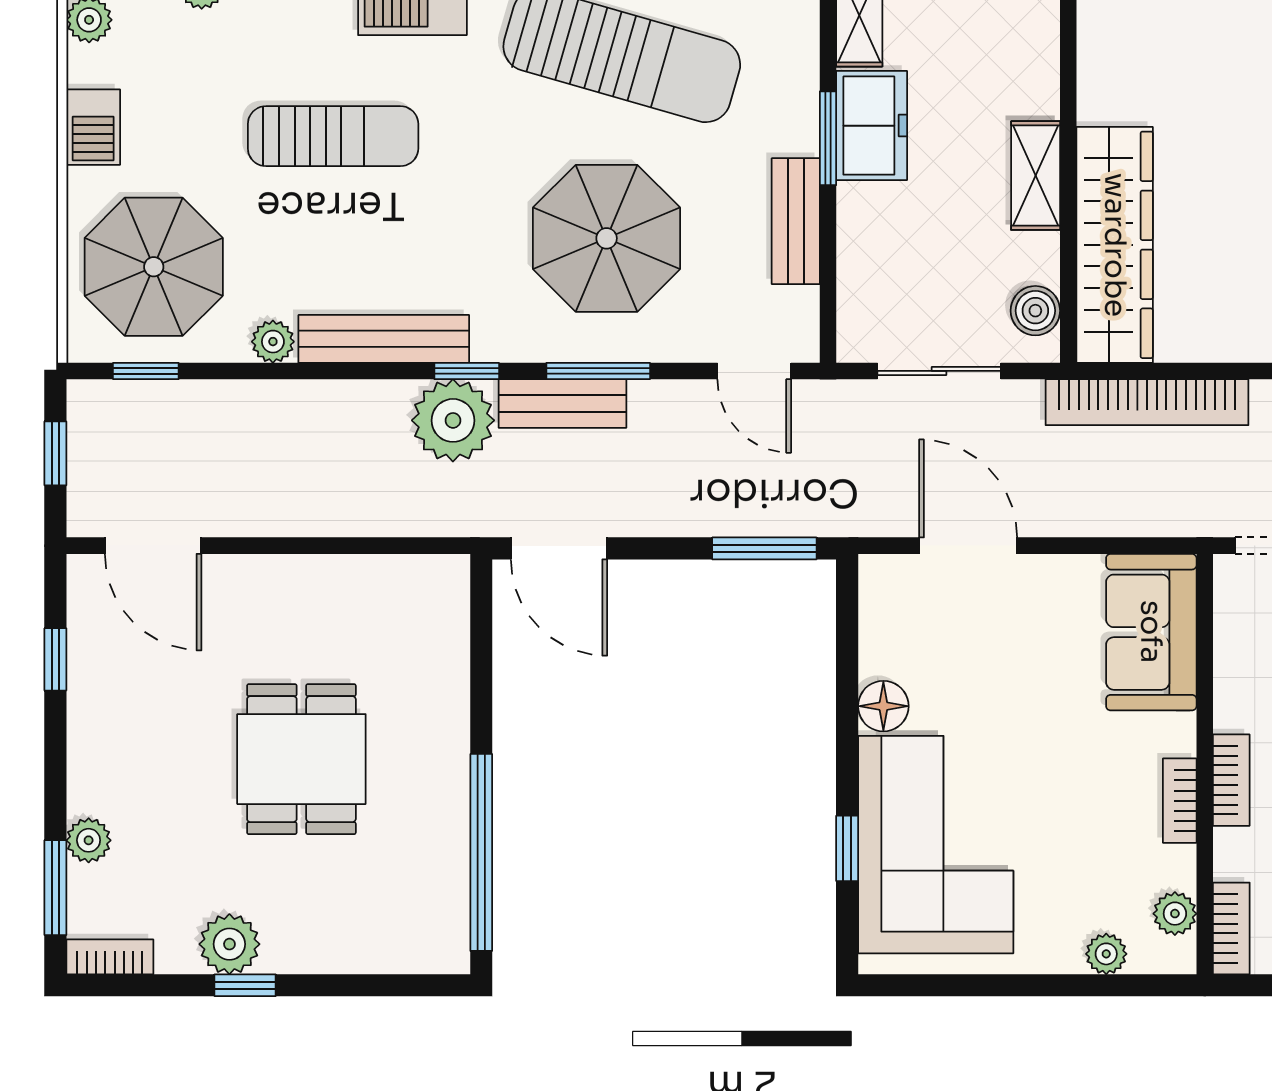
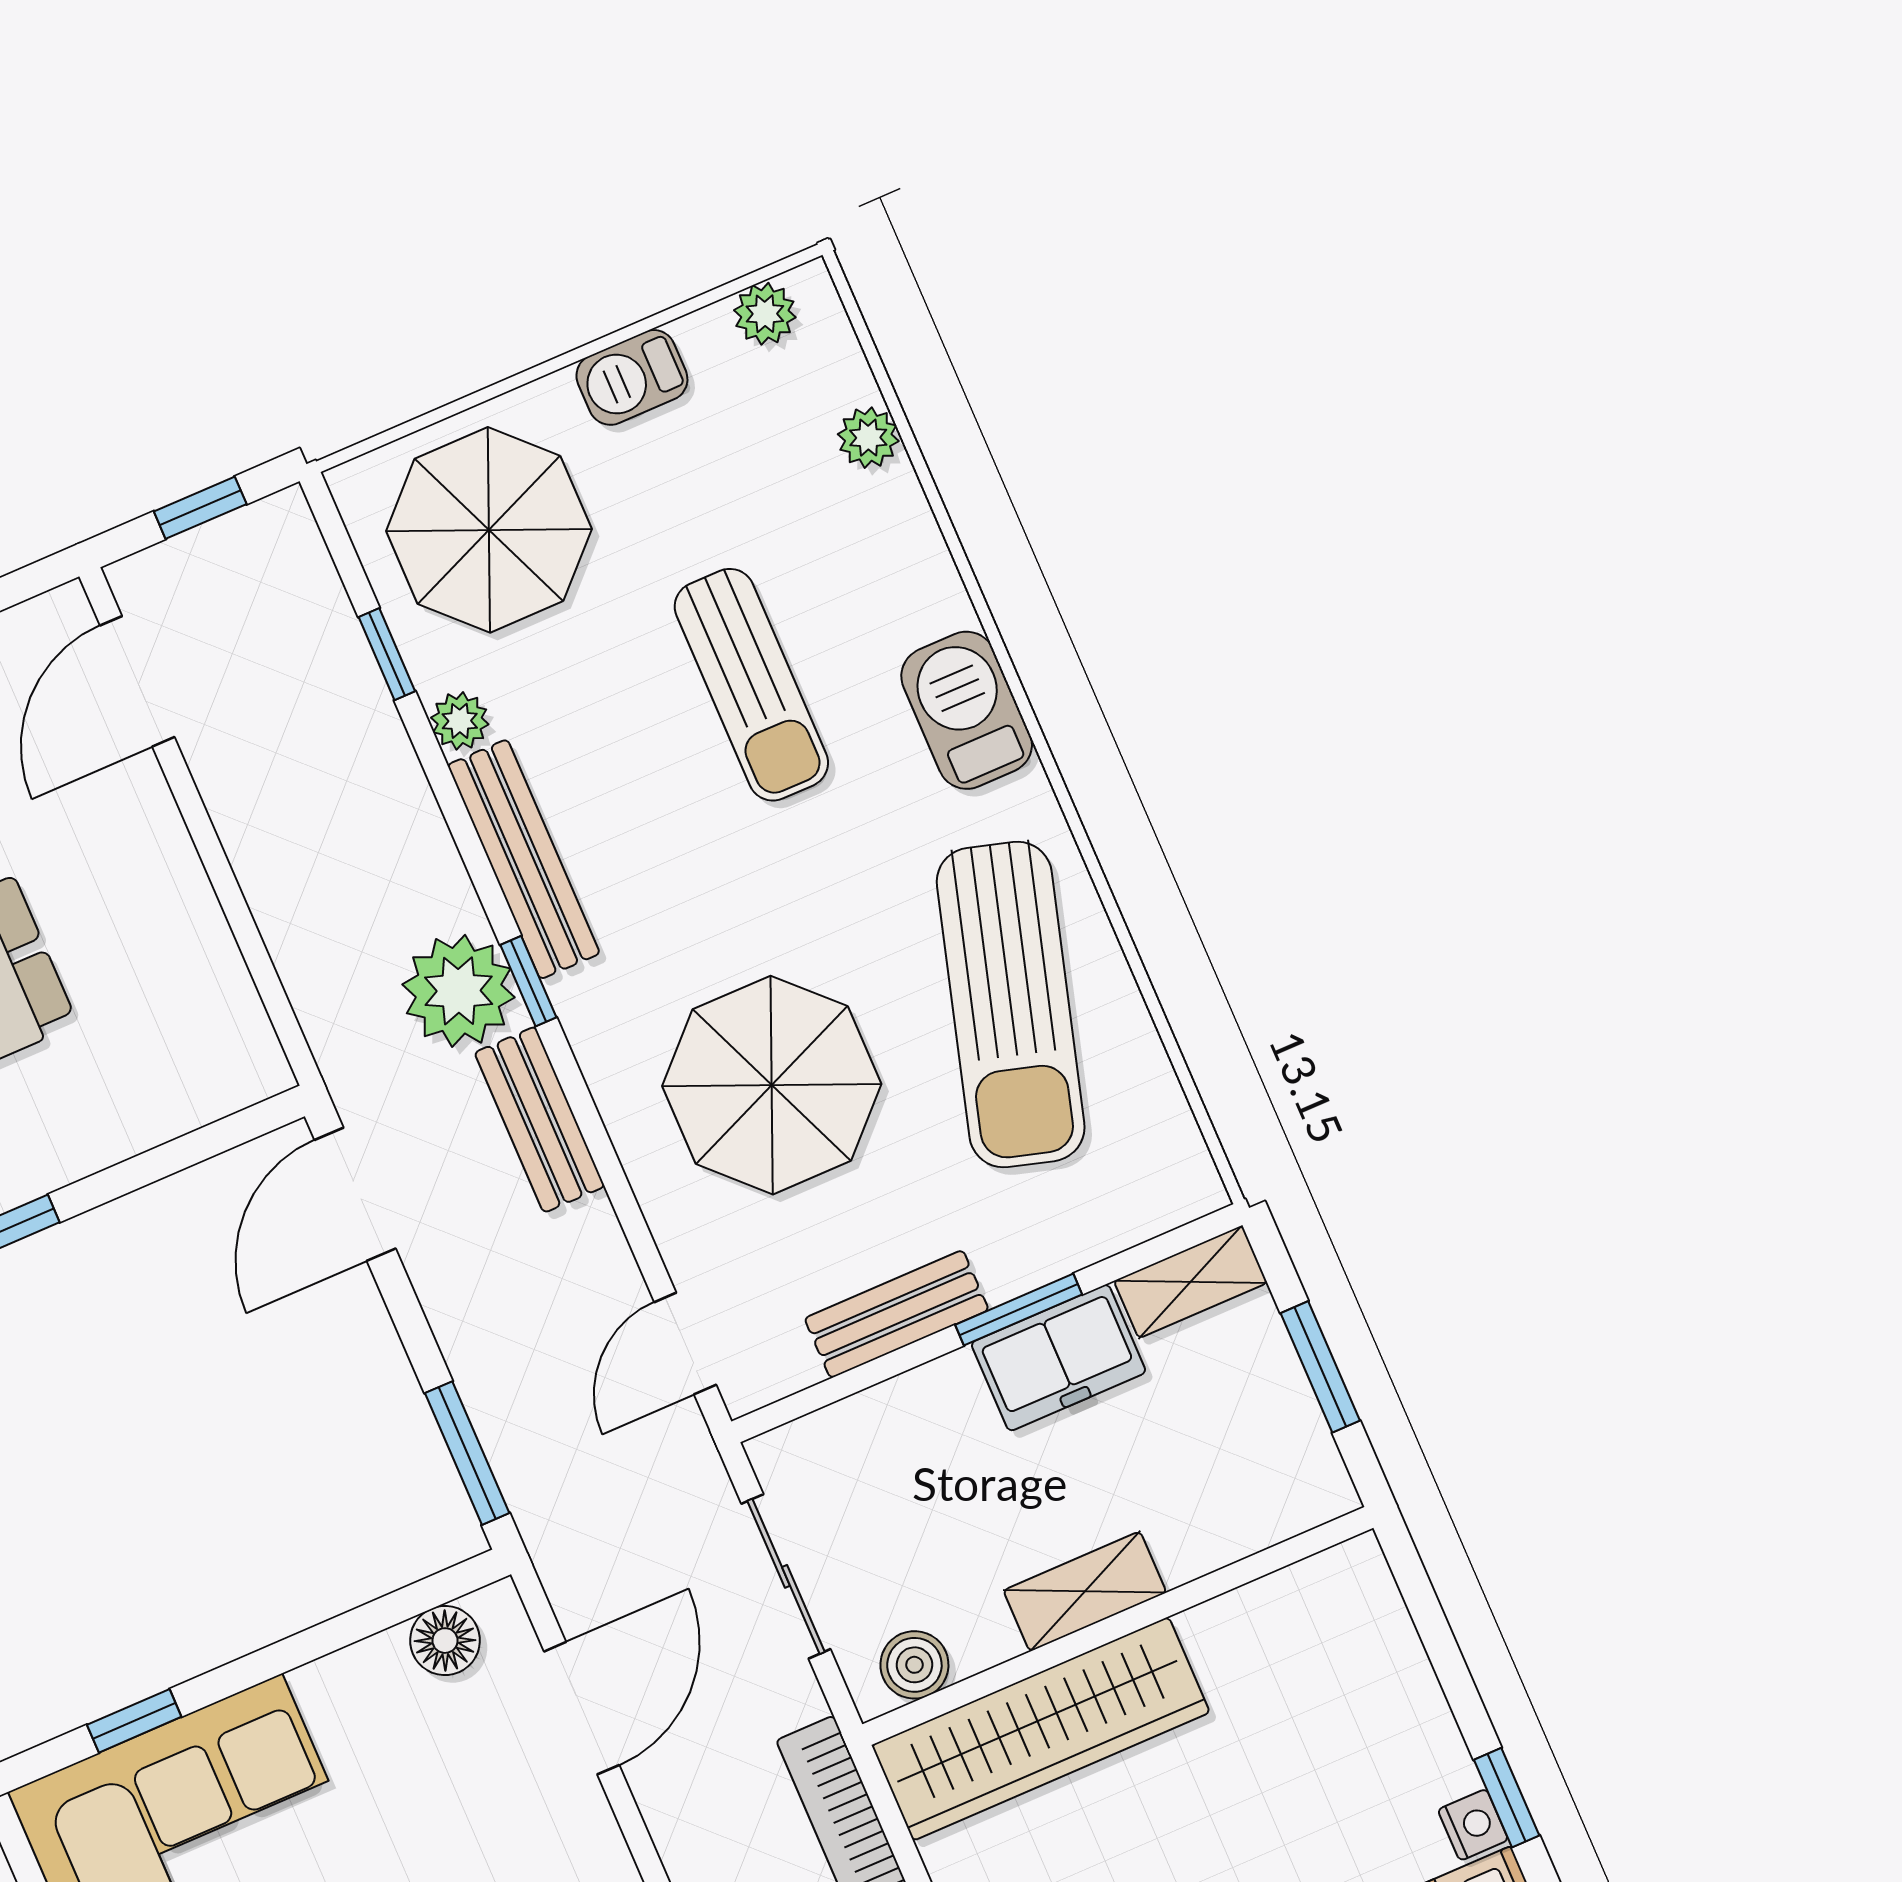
window: (146, 371) -> (387, 654), moved
window: (598, 371) -> (600, 1147), removed
floor lamp: (883, 706) -> (445, 1641), moved

